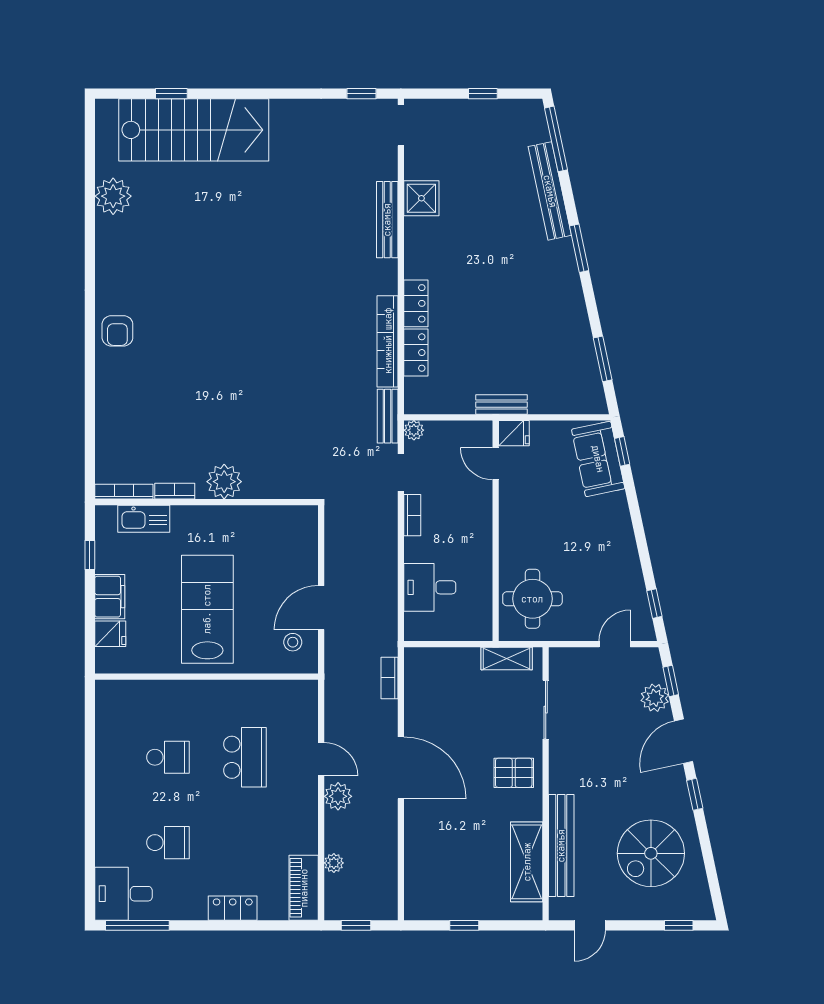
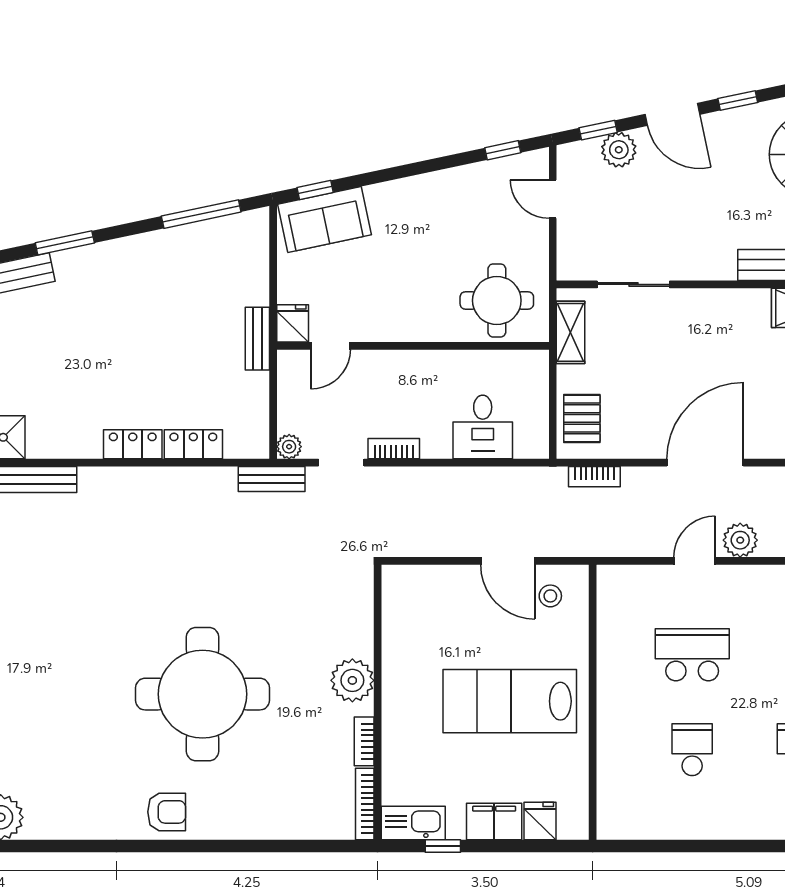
bookcase: (388, 341) -> (180, 479), removed
window: (603, 359) -> (201, 214), width x1.44
round table: (213, 360) -> (203, 694), added
kitchen sink: (144, 519) -> (413, 823), moved, turned -90
pallet: (514, 773) -> (582, 418), moved

